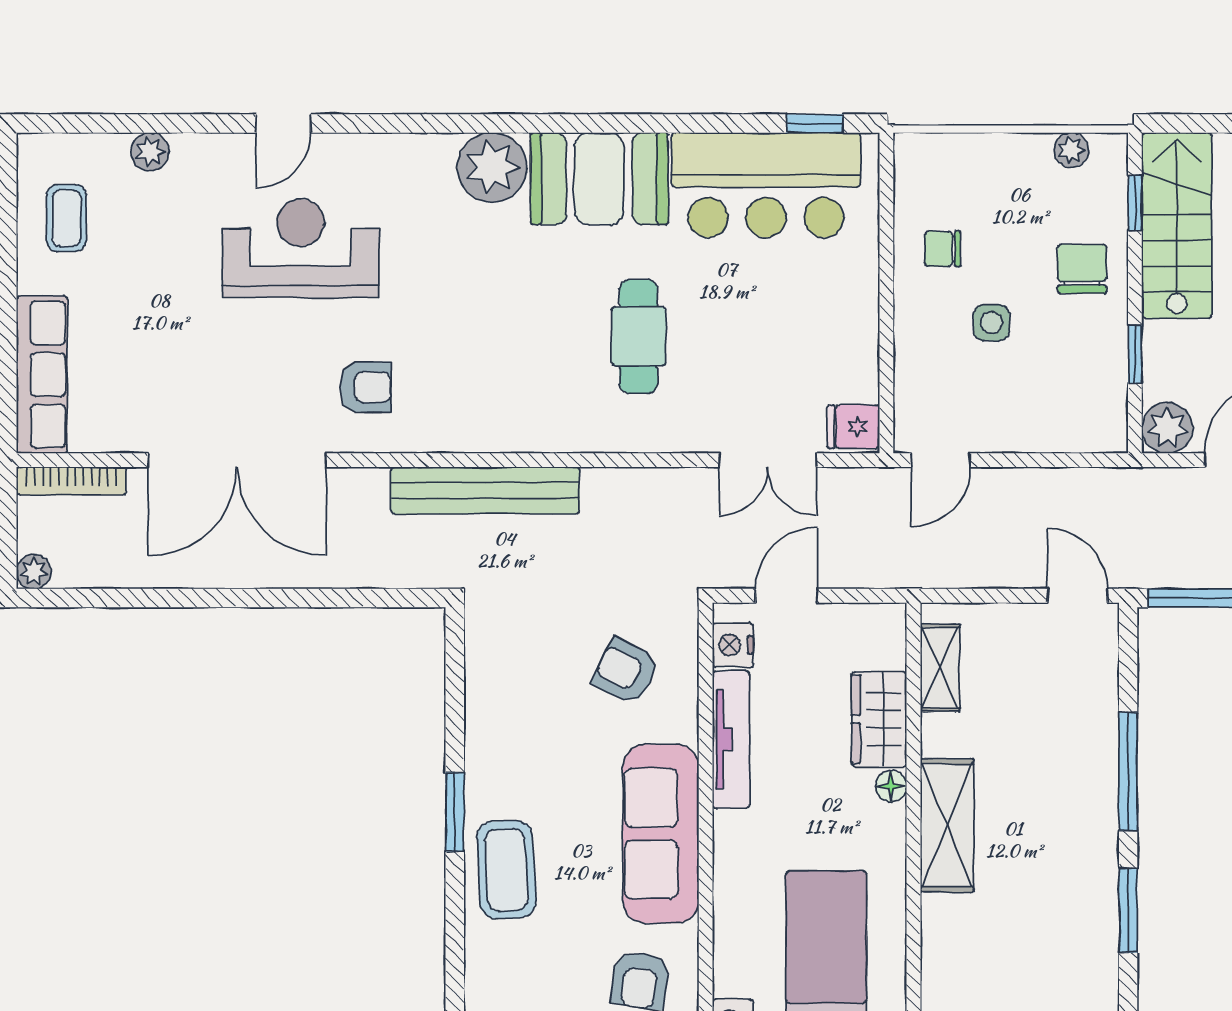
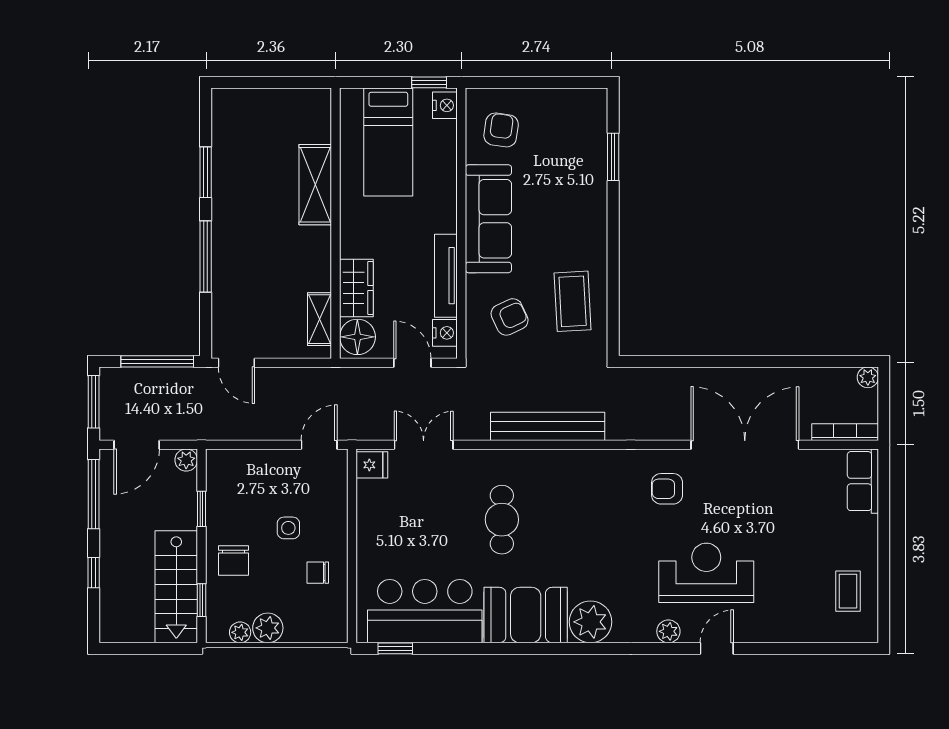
plant: (150, 152) -> (668, 631), moved
plant: (1025, 157) -> (268, 628), added
reception desk: (301, 248) -> (706, 573), turned 180
chair: (943, 249) -> (318, 573), turned 180
row of seats: (42, 375) -> (863, 481), width x0.68
plant: (1167, 428) -> (186, 460), width x0.73, depth x0.73
bench: (485, 490) -> (548, 426), moved
door: (786, 596) -> (412, 363), swing flipped
armchair: (626, 671) -> (510, 317), turned -51
floor lamp: (891, 786) -> (357, 337), moved, width x1.89, depth x1.89
window: (455, 812) -> (613, 157), moved
shelving: (947, 825) -> (315, 185), moved
coffee table: (506, 870) -> (573, 301), moved

